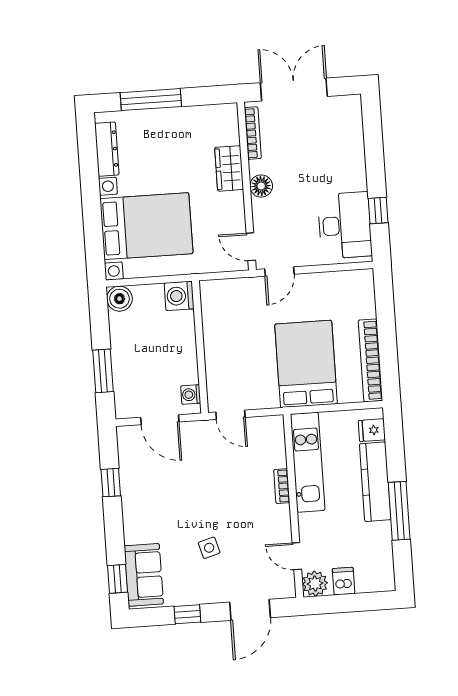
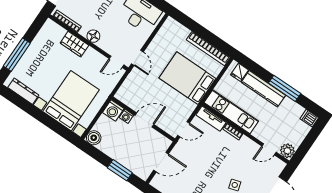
door: (200, 350) -> (144, 120), added
washing machine: (191, 395) -> (126, 116), moved
tv unit: (276, 442) -> (211, 119), added
dishwasher: (344, 581) -> (309, 118), moved

